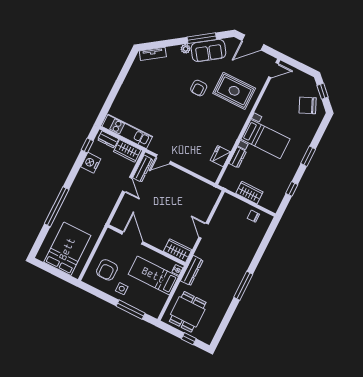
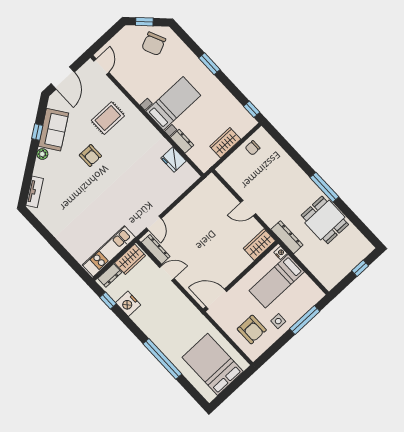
window: (202, 38) -> (37, 132), width x0.46
rug: (234, 91) -> (108, 118), width x0.73, depth x0.70
window: (292, 189) -> (252, 109), moved
door: (132, 238) -> (216, 299), moved
dining table: (188, 312) -> (325, 220), moved

